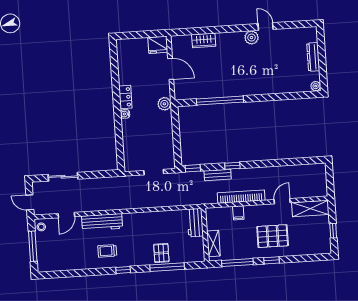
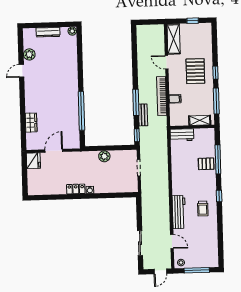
plant: (252, 38) -> (29, 54), moved
plant: (164, 104) -> (104, 156), moved
window: (232, 166) -> (136, 102), width x2.17

